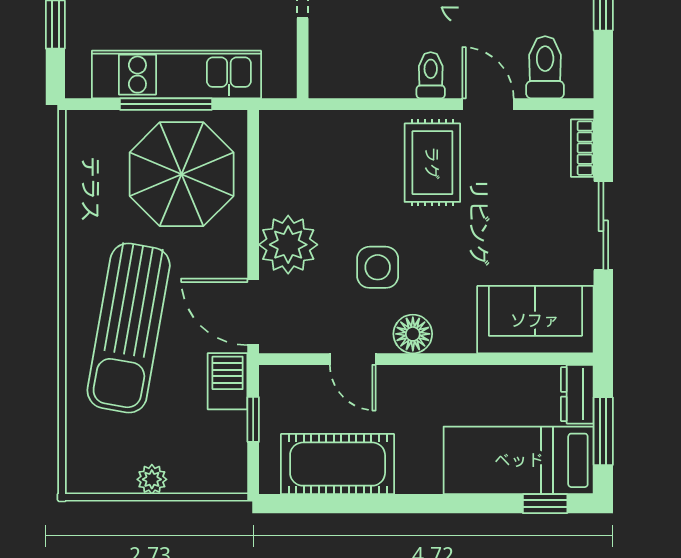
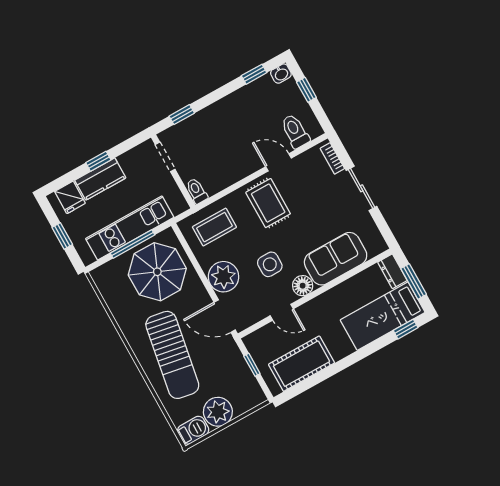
toilet: (431, 75) -> (197, 191), moved
coffee table: (320, 153) -> (214, 227), added
sofa: (535, 320) -> (336, 259), moved
barbecue: (228, 381) -> (193, 430), moved, turned 90
plant: (152, 479) -> (218, 412), width x1.88, depth x1.88

